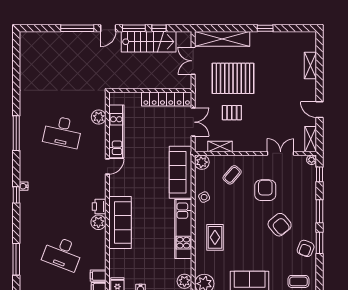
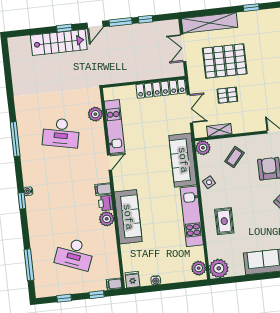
window: (77, 28) -> (64, 28), width x0.46
stairs: (149, 42) -> (59, 42), moved
filing cabinet: (98, 276) -> (103, 189), moved

